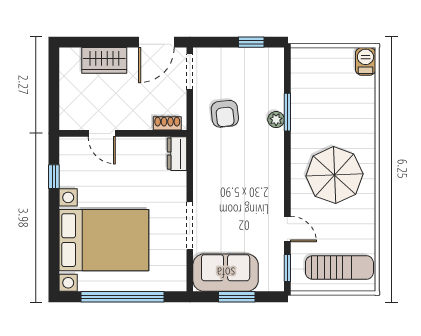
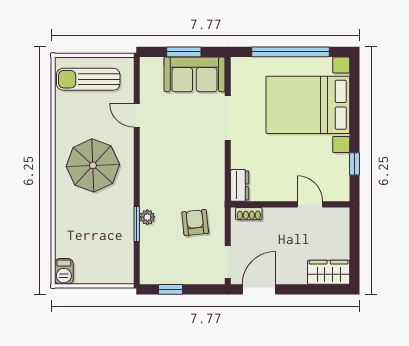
wardrobe: (104, 60) -> (329, 272), moved
window: (287, 268) -> (137, 79), removed

